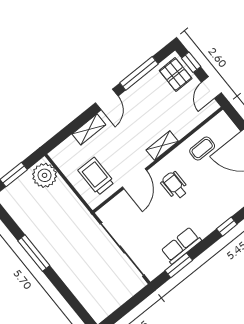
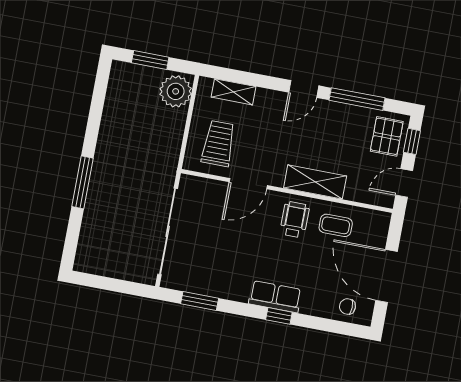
shelving: (89, 129) -> (233, 92), moved
shelving: (162, 146) -> (315, 182), width x1.50, depth x1.33
wheelchair: (175, 185) -> (295, 220), moved
row of seats: (181, 245) -> (275, 297), moved
window: (34, 253) -> (82, 182), moved

